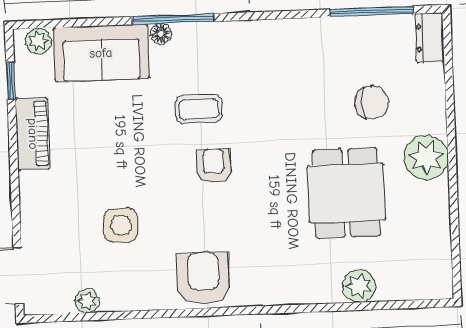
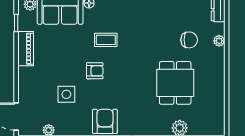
plant: (426, 158) -> (219, 41), moved, width x0.53, depth x0.53
armchair: (214, 166) -> (95, 71), moved, turned 90

